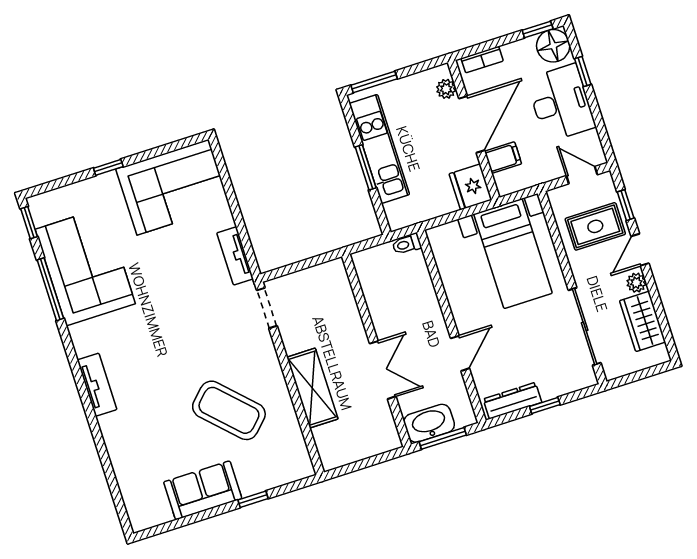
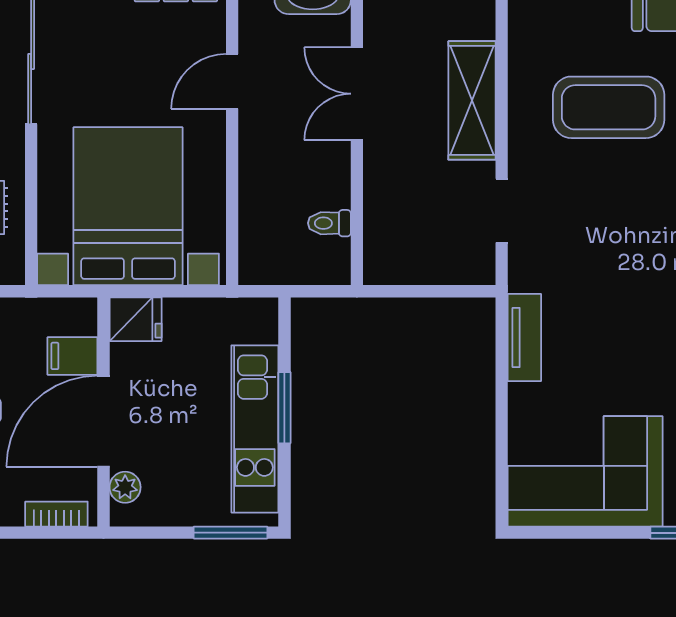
fridge: (471, 187) -> (136, 319), width x0.72
toilet: (407, 244) -> (329, 223), moved, turned 180
bed with nightstands: (513, 254) -> (128, 206), width x1.36
doorway: (267, 308) -> (502, 211), moved
coffee table: (229, 410) -> (609, 107), turned -45

